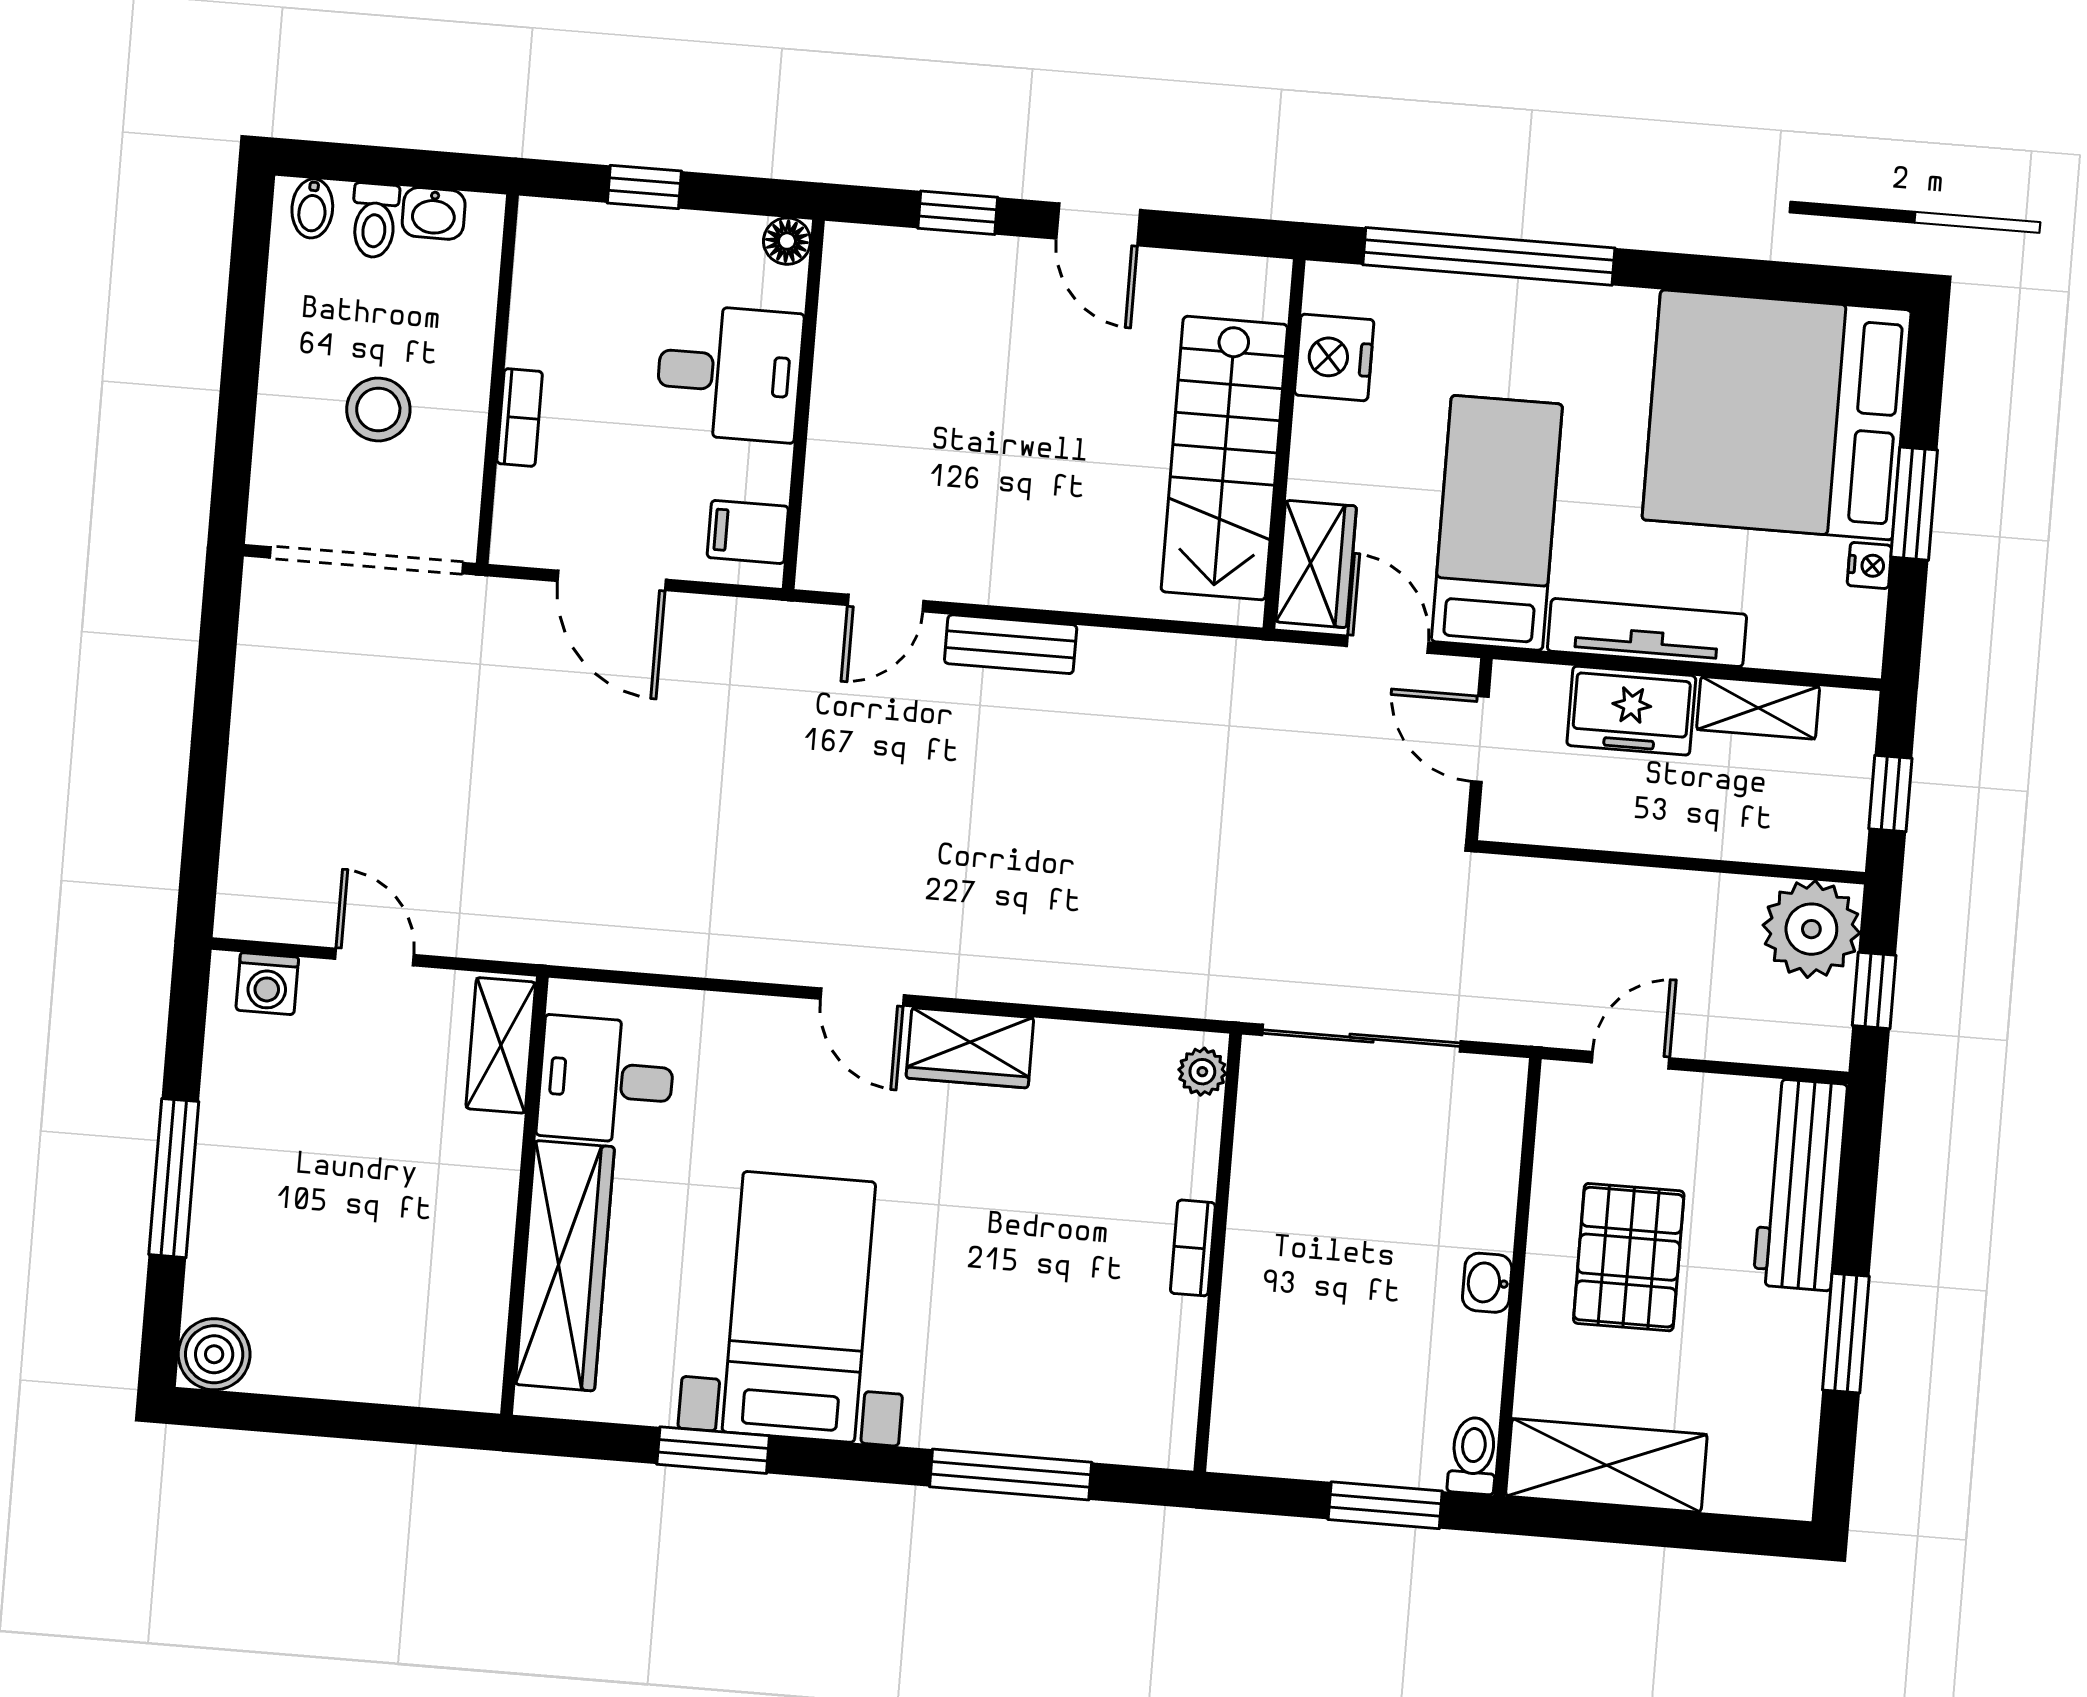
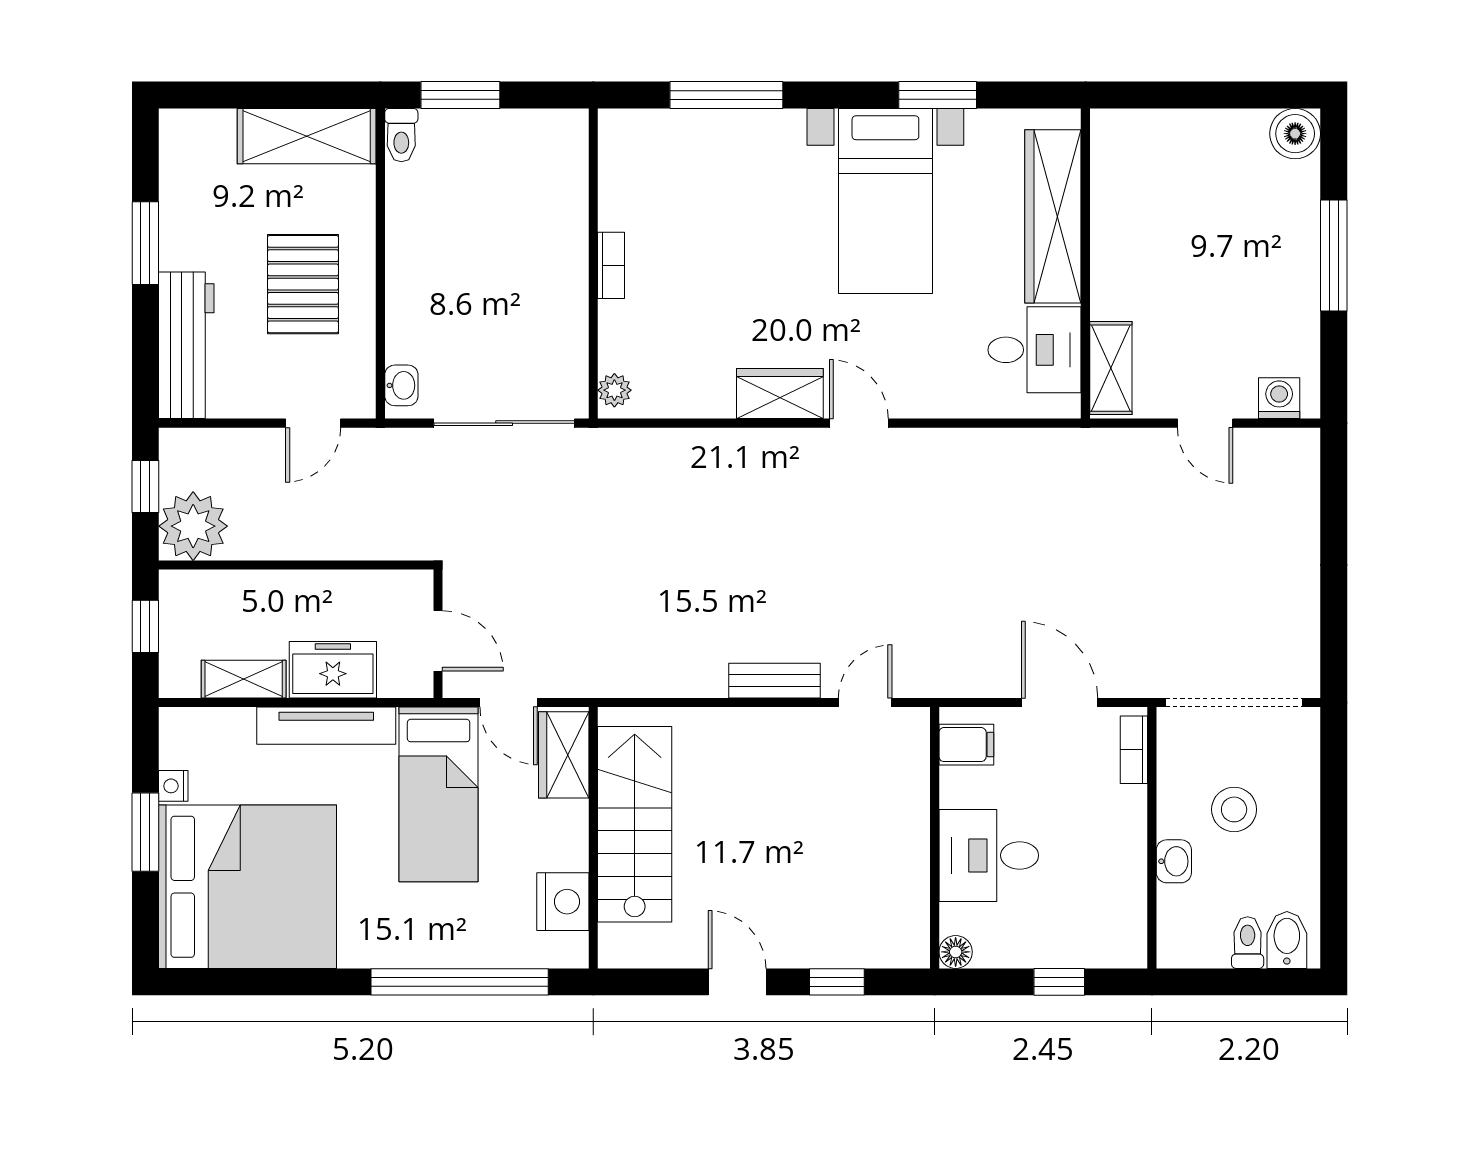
bidet: (312, 208) -> (1287, 940), width x1.38, depth x1.36
washbasin: (434, 213) -> (1174, 861), moved, turned 90
bookcase: (520, 418) -> (1134, 750), moved
washbasin: (1487, 1283) -> (401, 385), moved

